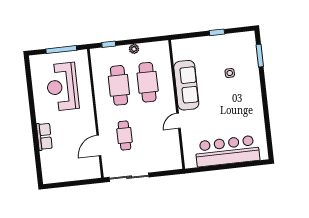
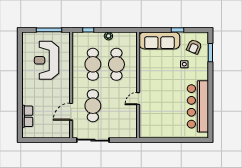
armchair: (239, 51) -> (194, 47), added
sofa: (186, 85) -> (159, 40), moved, turned 90
row of seats: (44, 136) -> (27, 116), moved
cafe table: (124, 136) -> (93, 106), width x1.37, depth x1.35
bar counter: (227, 151) -> (198, 106), moved, turned -90

